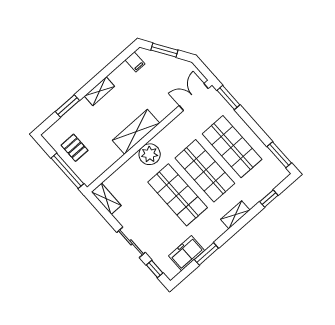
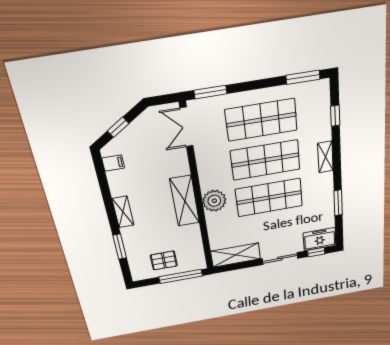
window: (164, 50) -> (118, 127), width x0.67
shelving: (106, 199) -> (236, 255), width x1.50, depth x1.33
freezer: (187, 253) -> (320, 239), moved, turned 90

